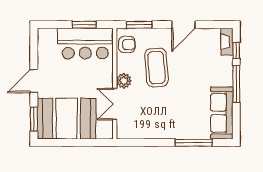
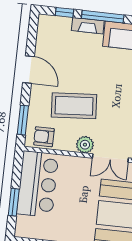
window: (84, 25) -> (14, 202), moved
fireplace: (227, 42) -> (88, 26), moved
armchair: (127, 45) -> (44, 137), turned -90

